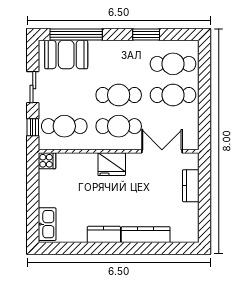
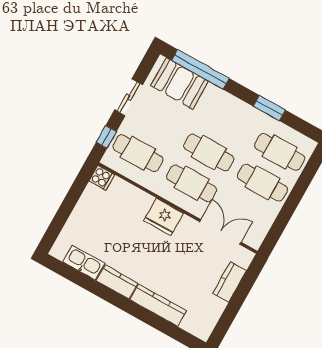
kitchen sink: (47, 224) -> (84, 263), moved, turned -90

